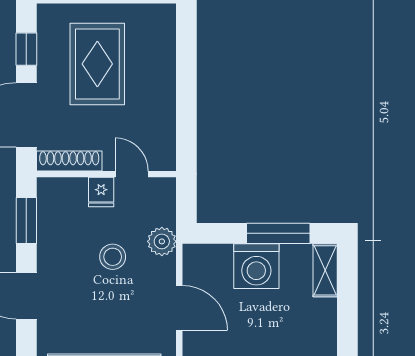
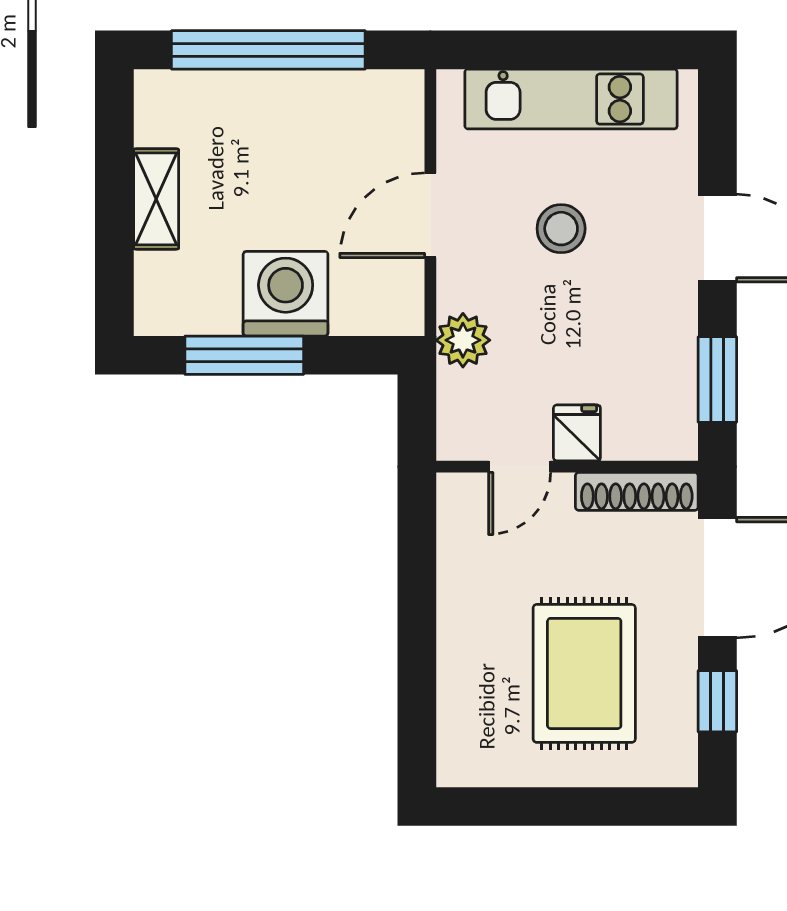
door: (132, 174) -> (520, 467), hinge flipped
stool: (113, 257) -> (561, 229), moved
shelving: (325, 270) -> (156, 199), moved
door: (179, 308) -> (430, 215), hinge flipped

